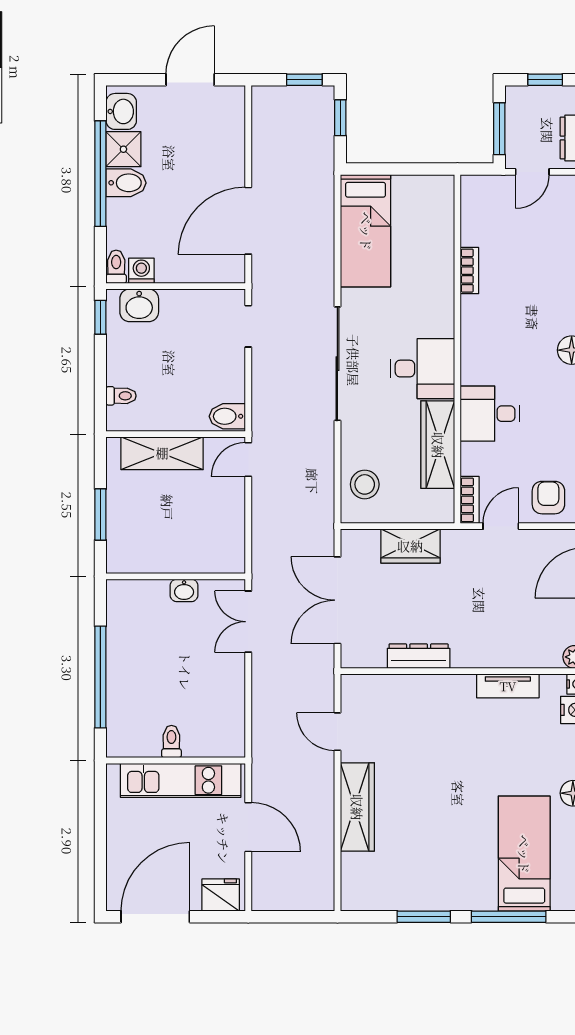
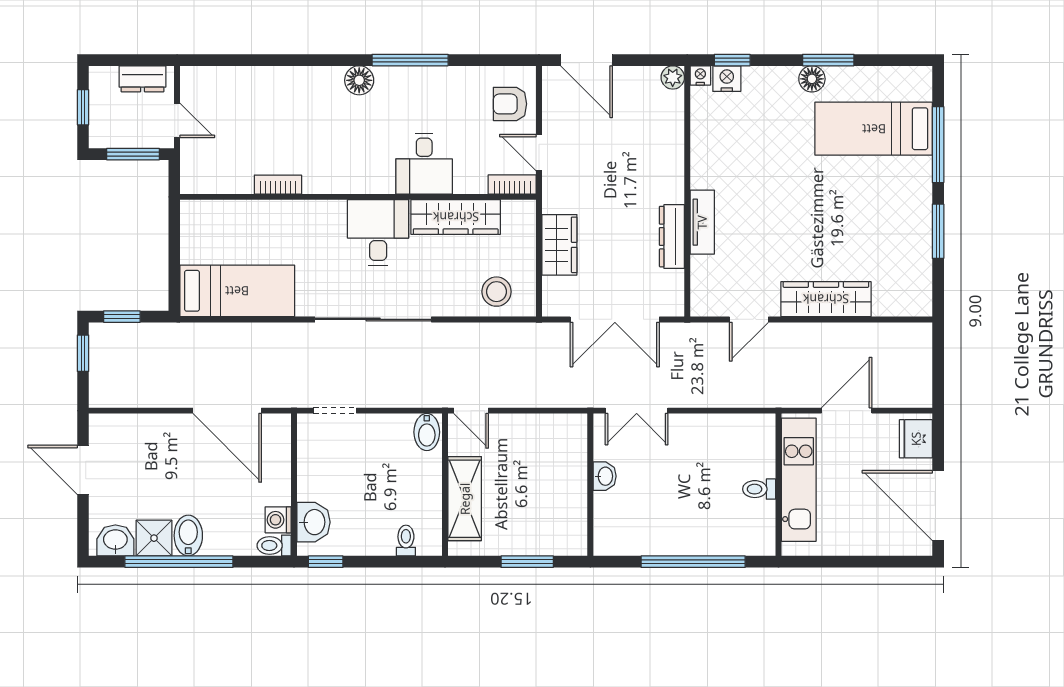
tv unit: (508, 686) -> (702, 222), moved

